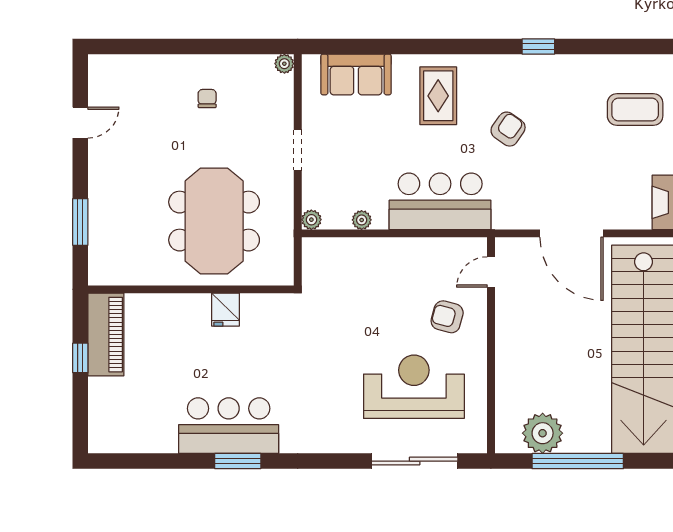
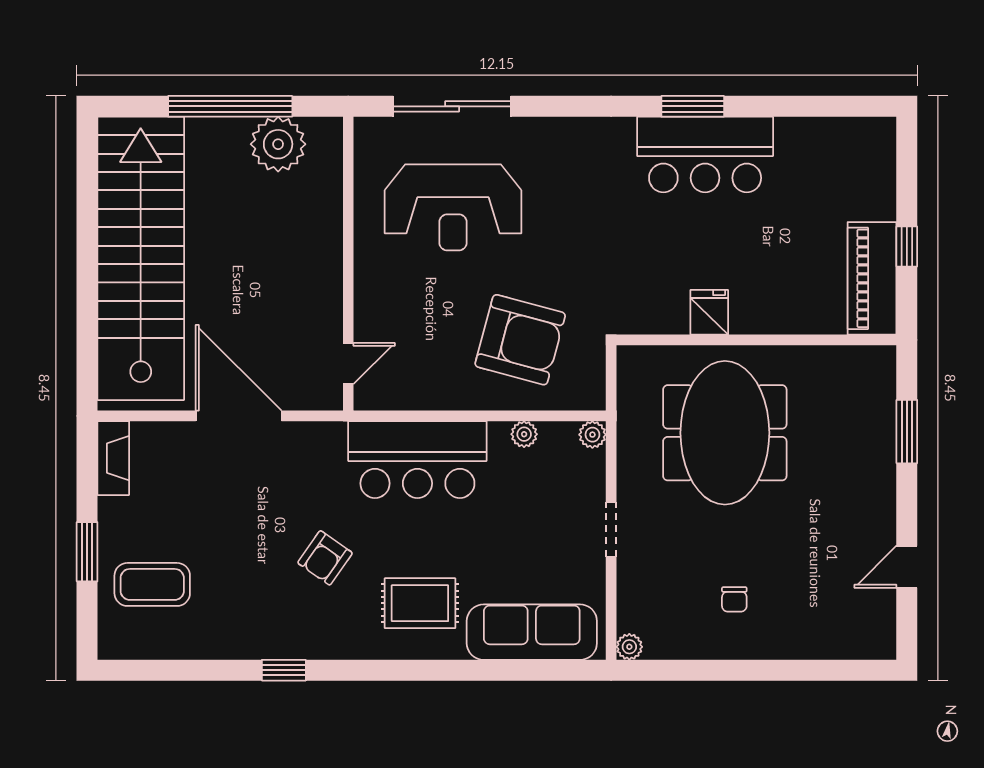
sofa: (356, 74) -> (532, 632), width x1.36
rug: (438, 96) -> (420, 603), turned 90
armchair: (447, 317) -> (520, 340), moved, width x1.88, depth x1.88

